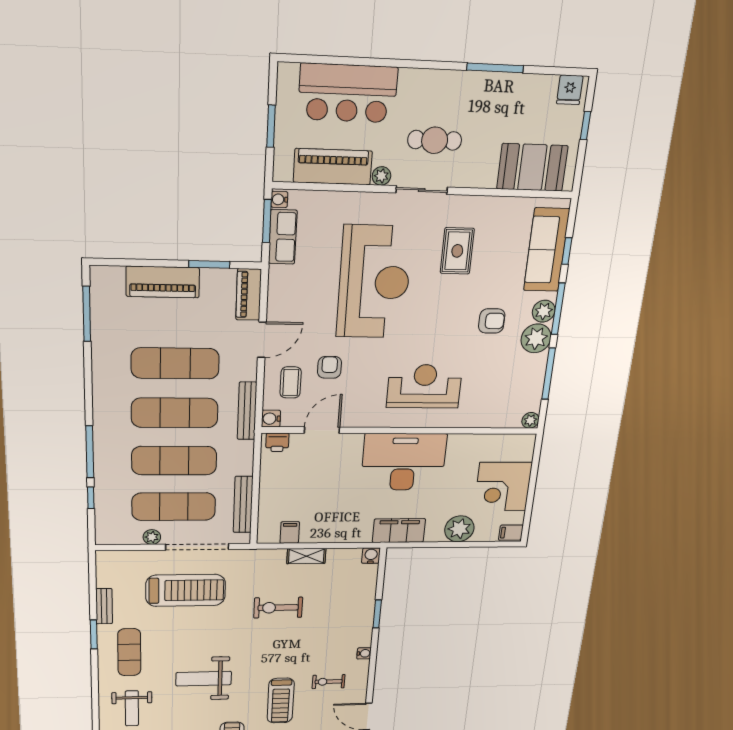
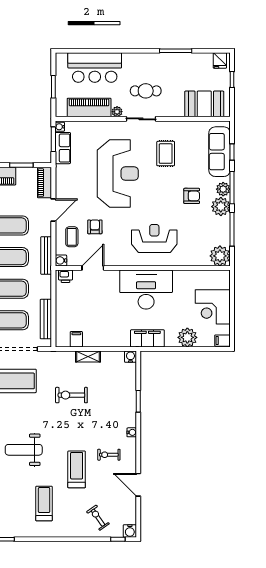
plant: (530, 420) -> (220, 256), width x1.87, depth x1.87
treadmill: (281, 701) -> (77, 469), turned 180

